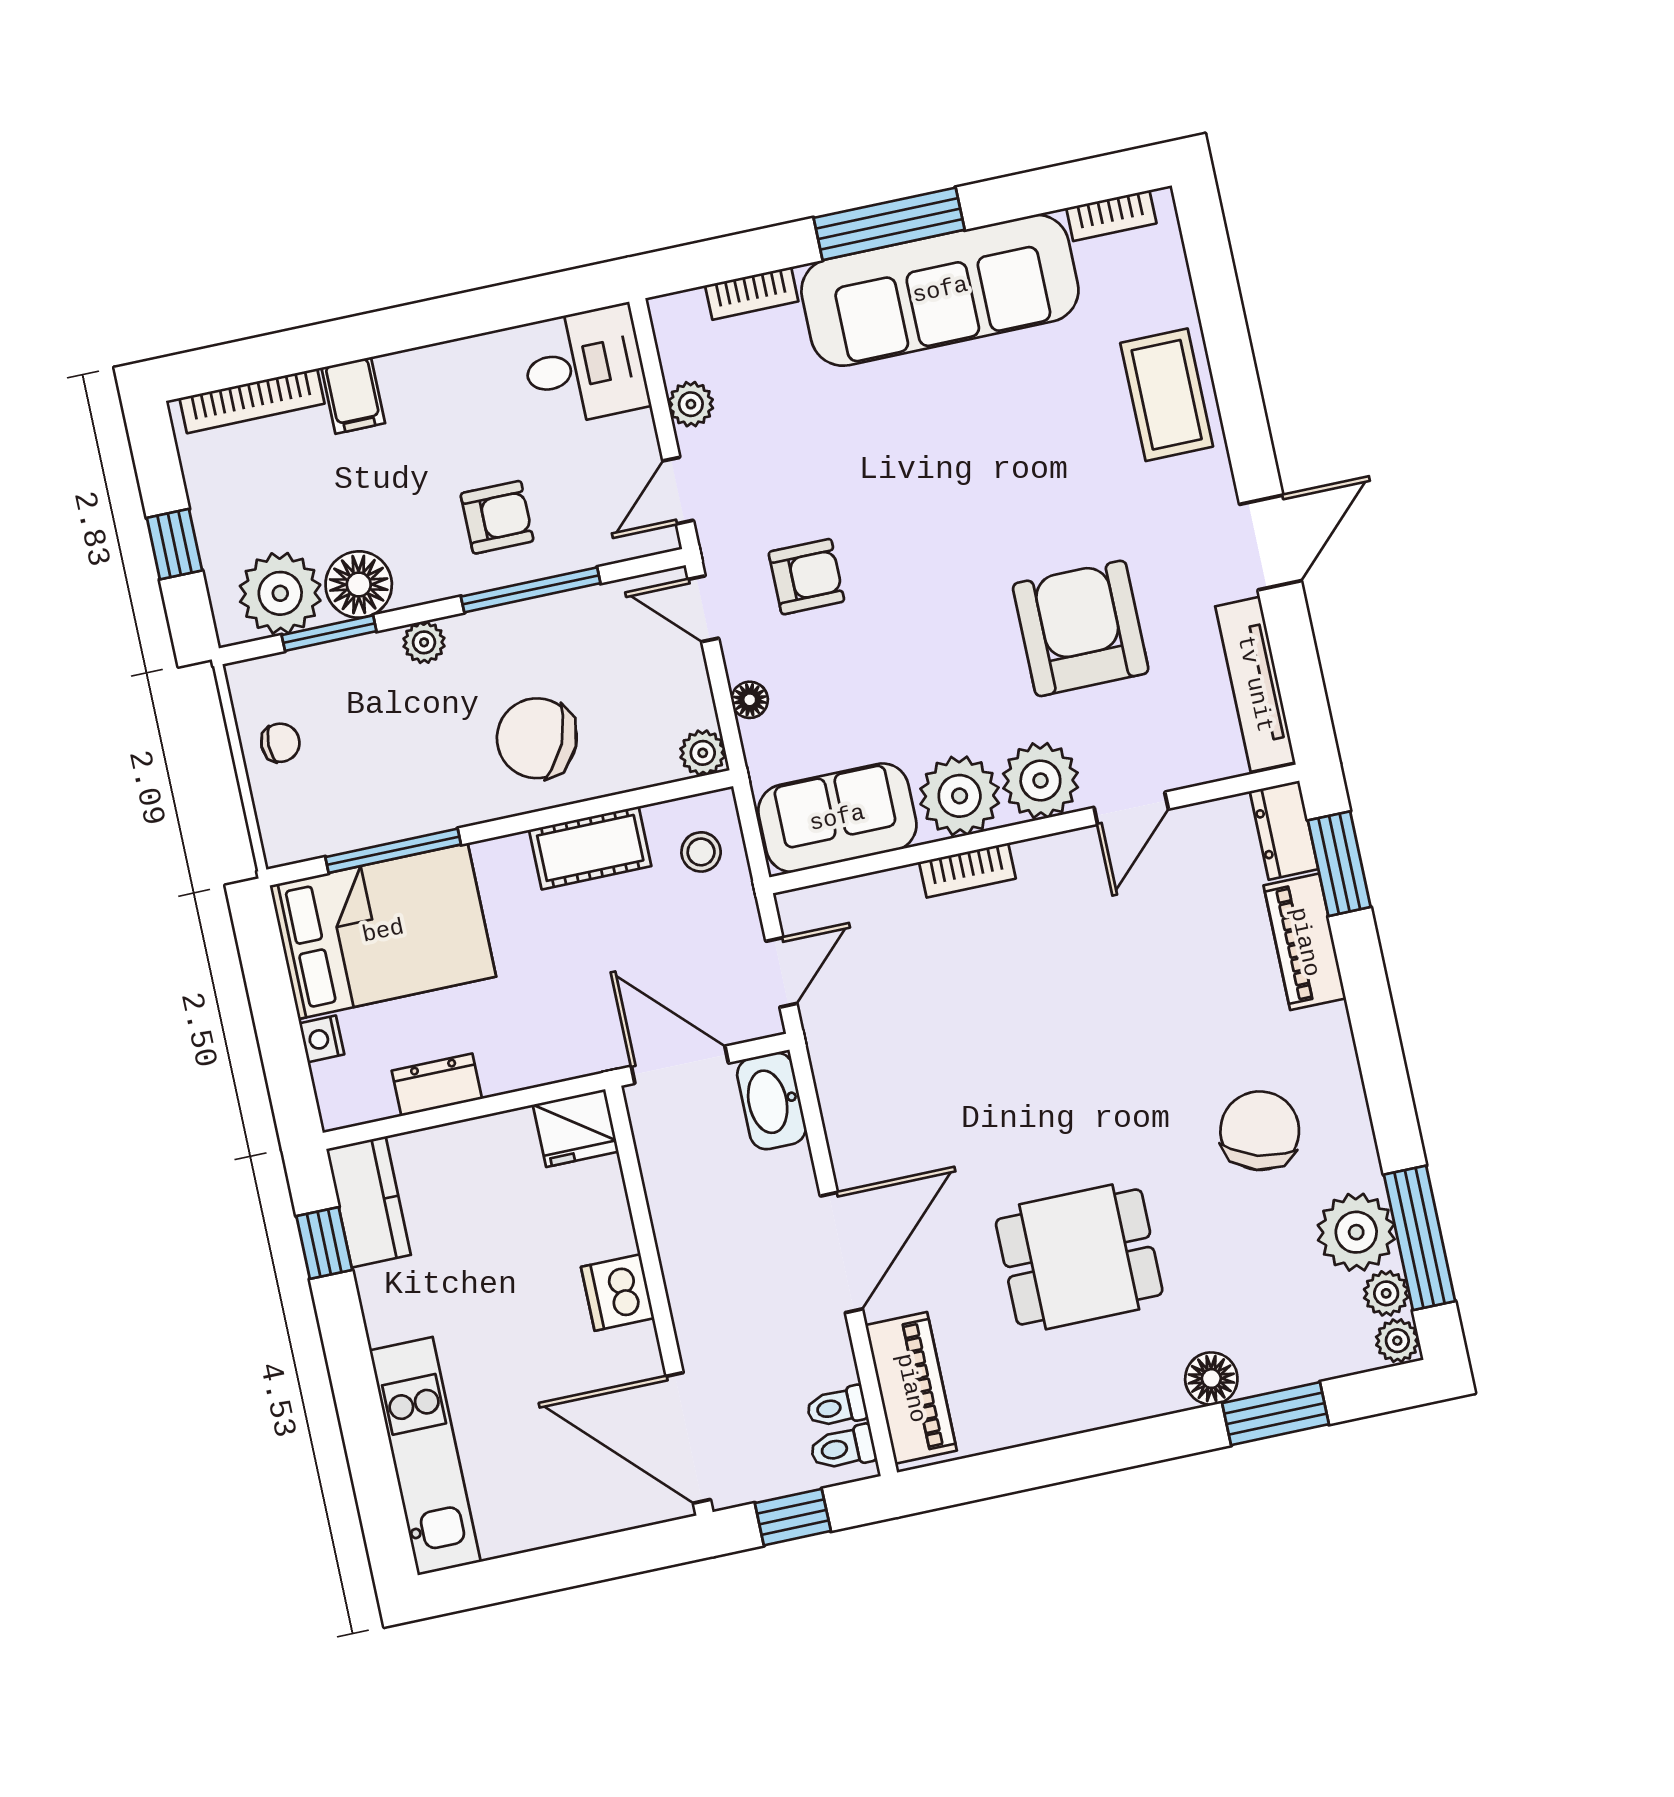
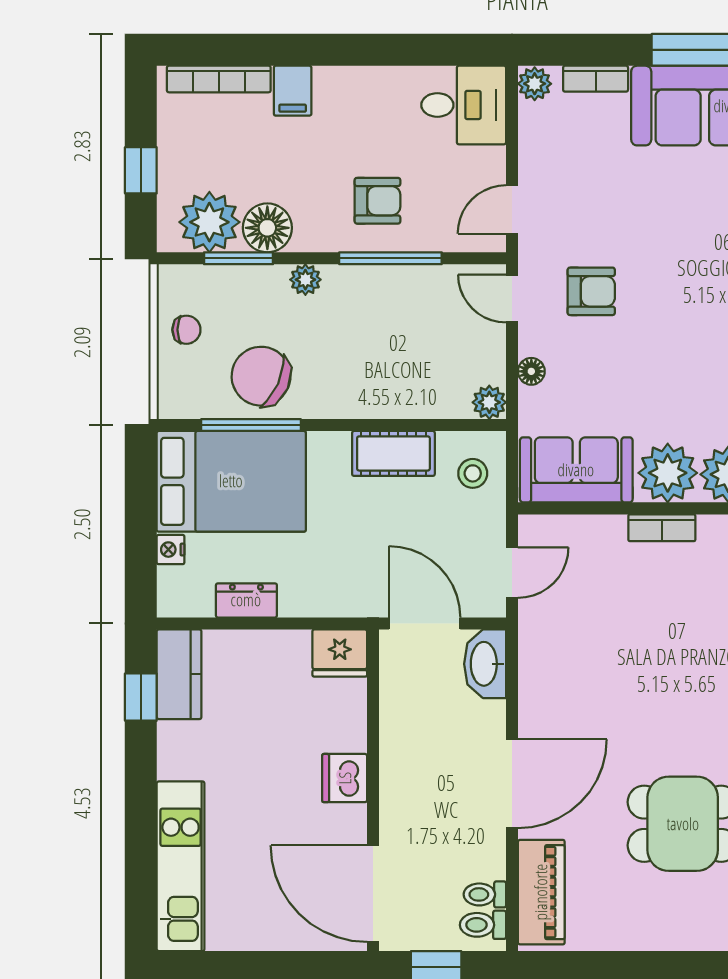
plant: (691, 404) -> (535, 84), moved
chair: (537, 738) -> (261, 376), moved

